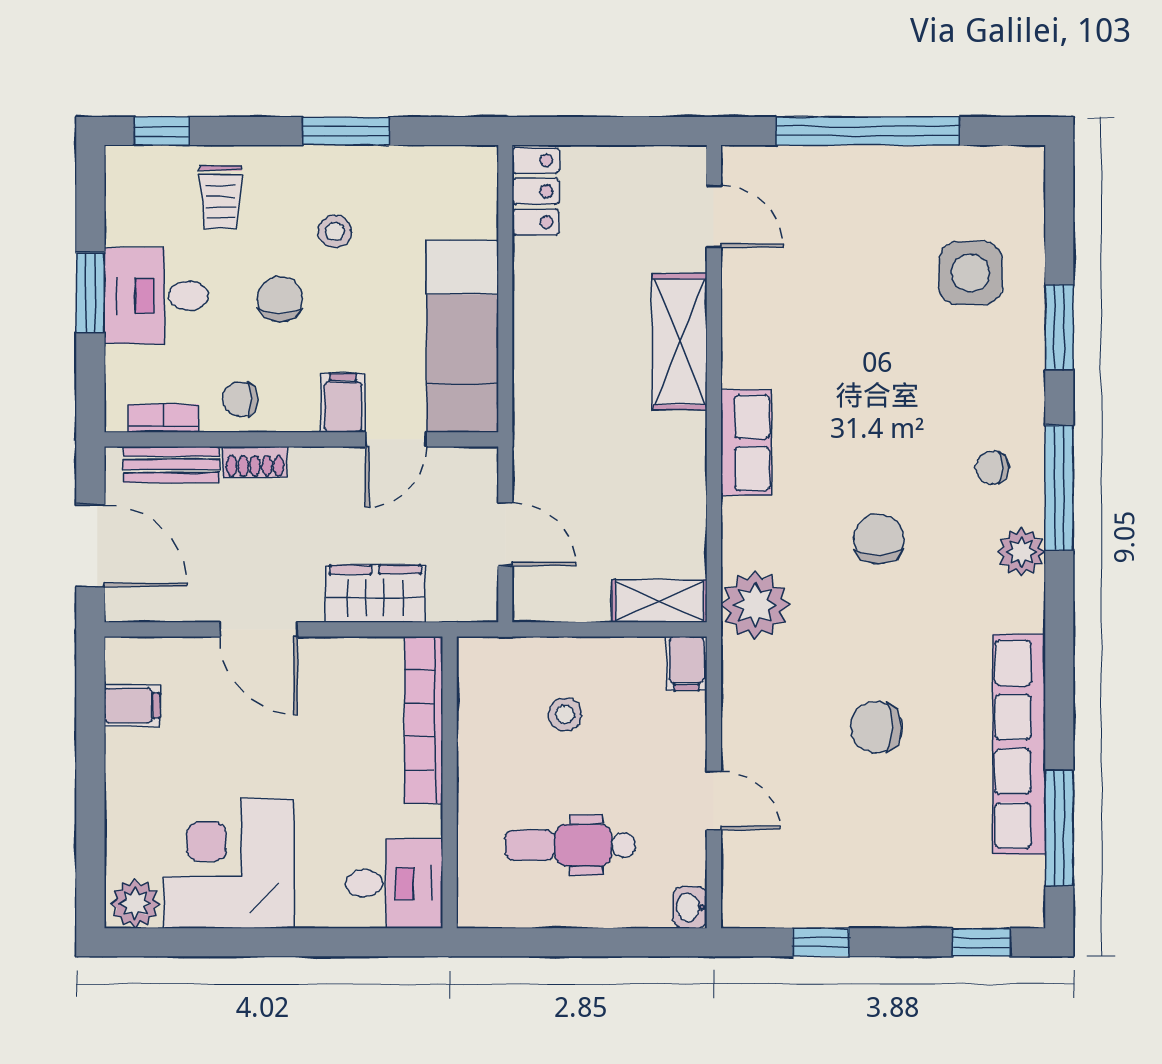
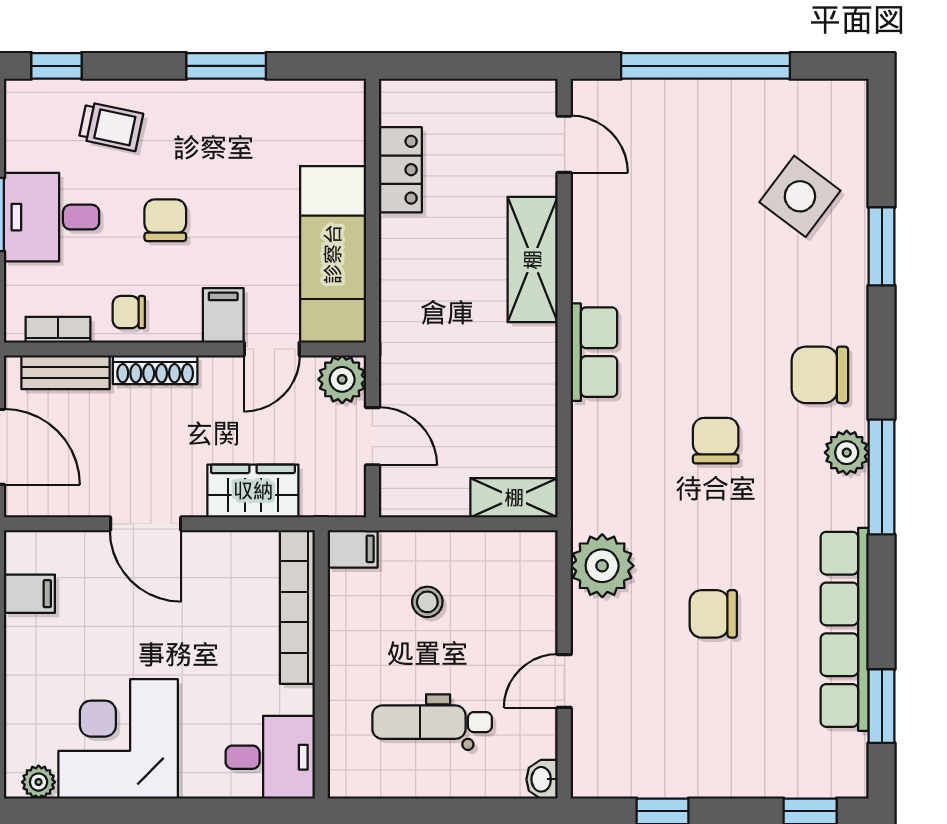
locker: (536, 191) -> (400, 170), moved
trolley: (221, 197) -> (111, 127), turned -78
stool: (335, 232) -> (216, 158), removed
side table: (970, 273) -> (800, 196), turned 37
shoe rack: (255, 462) -> (155, 370), width x1.43
chair: (992, 467) -> (820, 375), width x1.87, depth x1.87
plant: (472, 472) -> (342, 379), added
window: (1059, 488) -> (882, 477), moved
plant: (755, 605) -> (602, 566), moved
filing cabinet: (687, 663) -> (353, 549), moved, turned -90
door: (714, 800) -> (564, 681), swing flipped
window: (1059, 828) -> (882, 706), width x0.69
plant: (135, 904) -> (39, 782), width x0.73, depth x0.73

